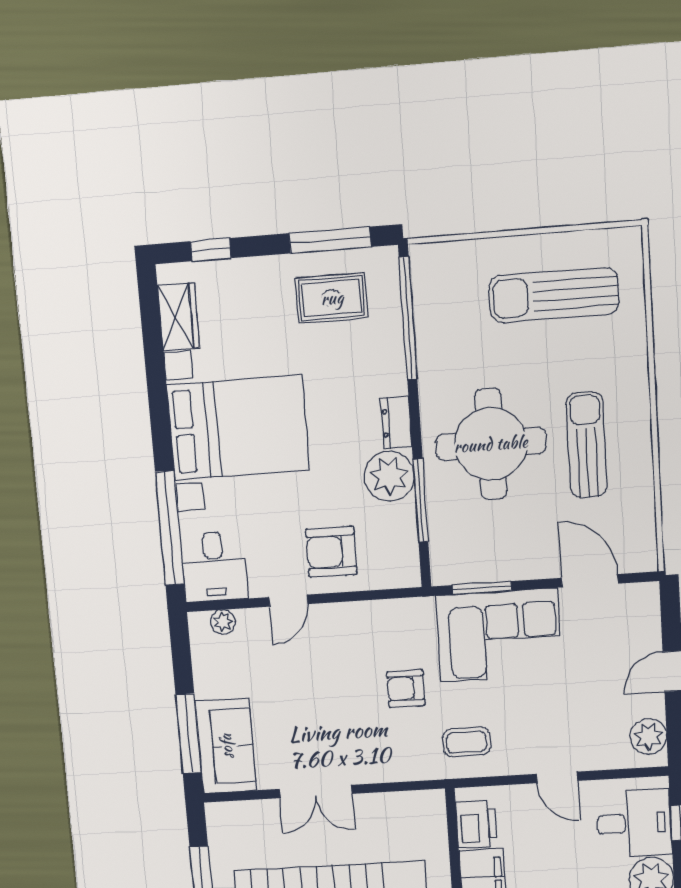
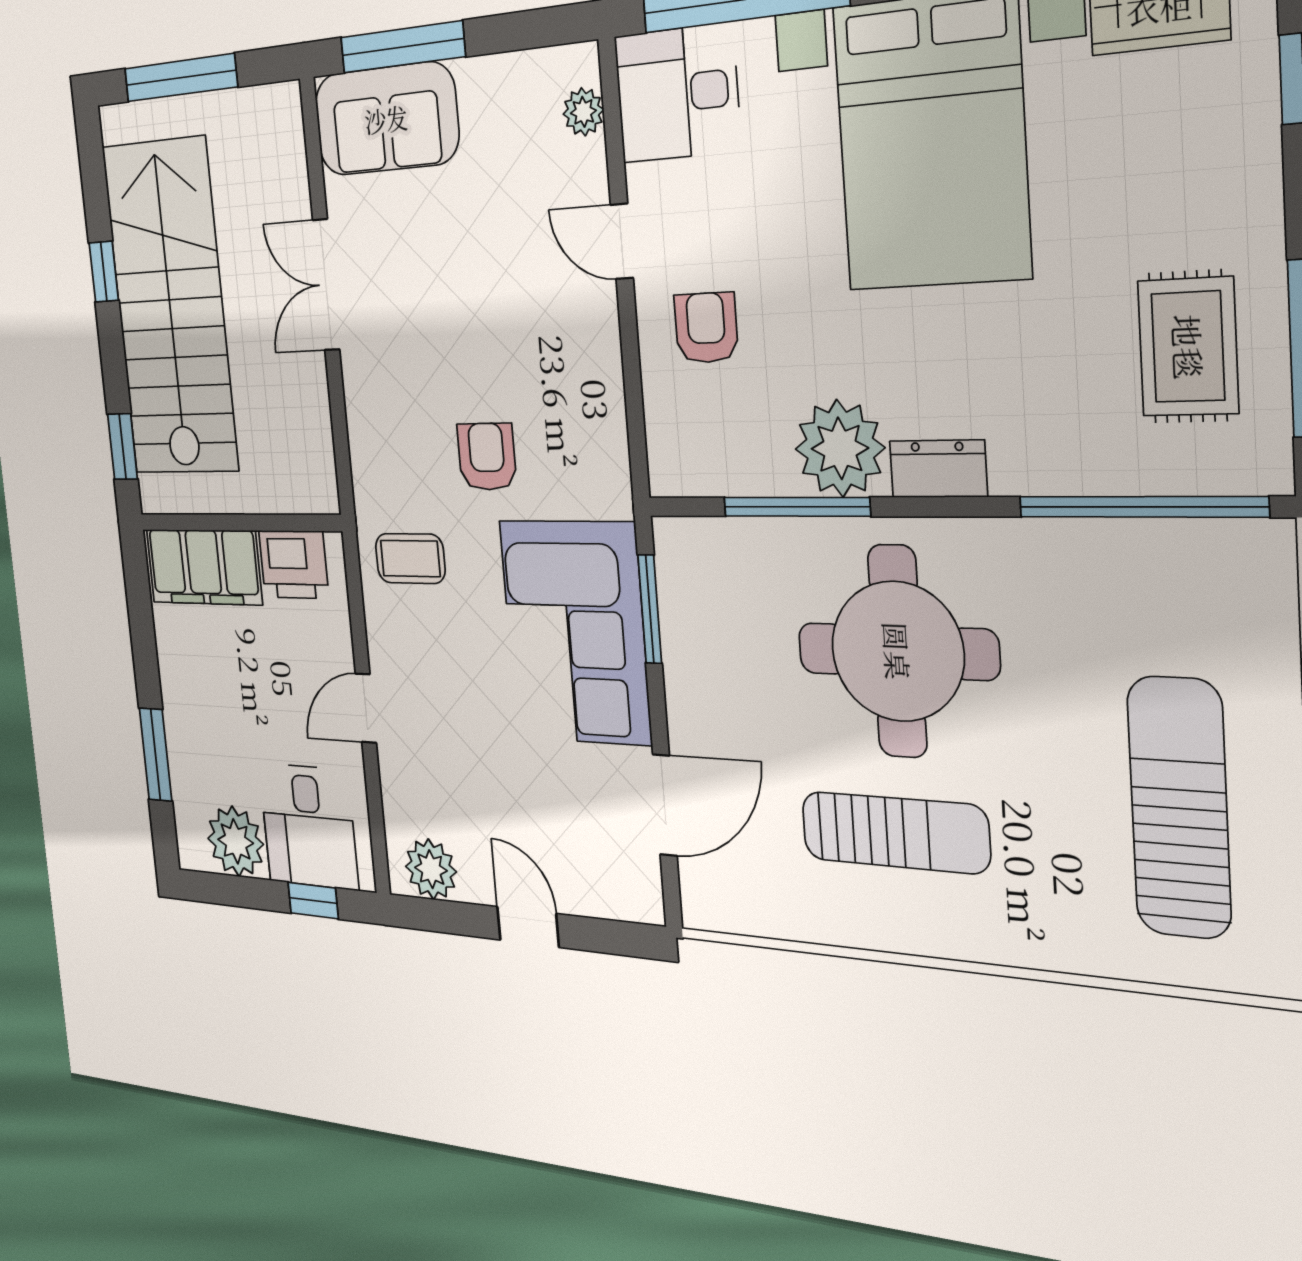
armchair: (331, 552) -> (706, 328), width x0.72, depth x0.72
coffee table: (467, 742) -> (410, 559), turned 90

